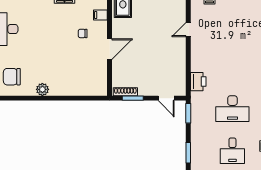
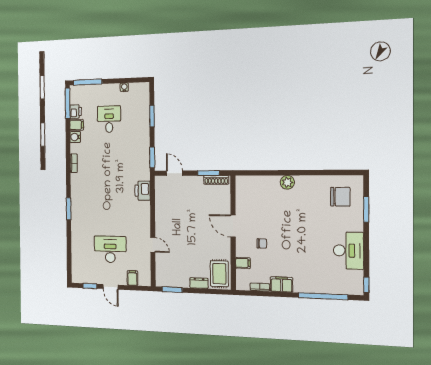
door: (188, 30) -> (153, 245), hinge flipped
door: (110, 49) -> (233, 226), hinge flipped
plant: (42, 89) -> (287, 182), moved
desk: (232, 109) -> (110, 249), moved

